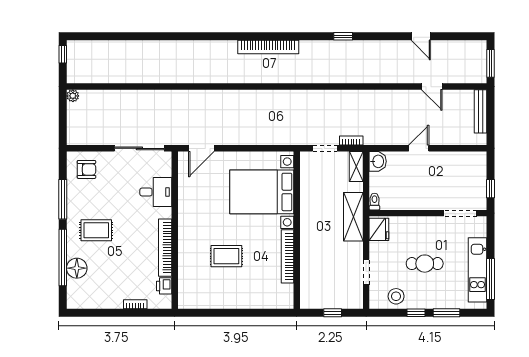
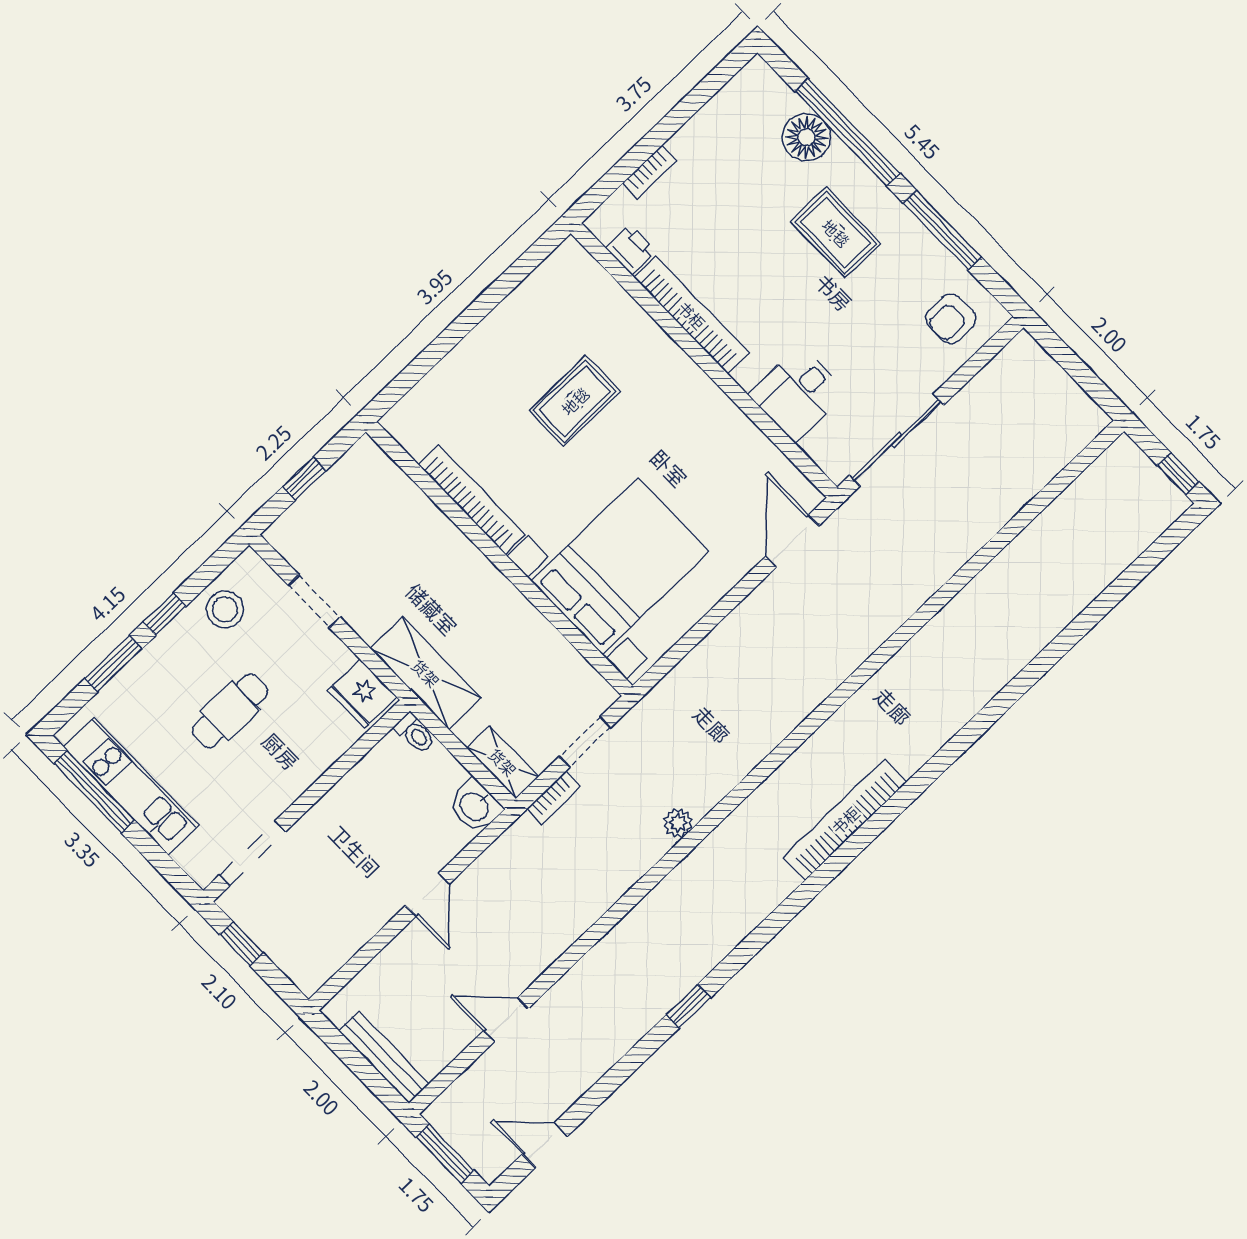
window: (343, 36) -> (688, 1006), moved
door: (421, 36) -> (545, 1145), moved
plant: (73, 96) -> (678, 823), moved
rug: (96, 230) -> (836, 233), turned 90

